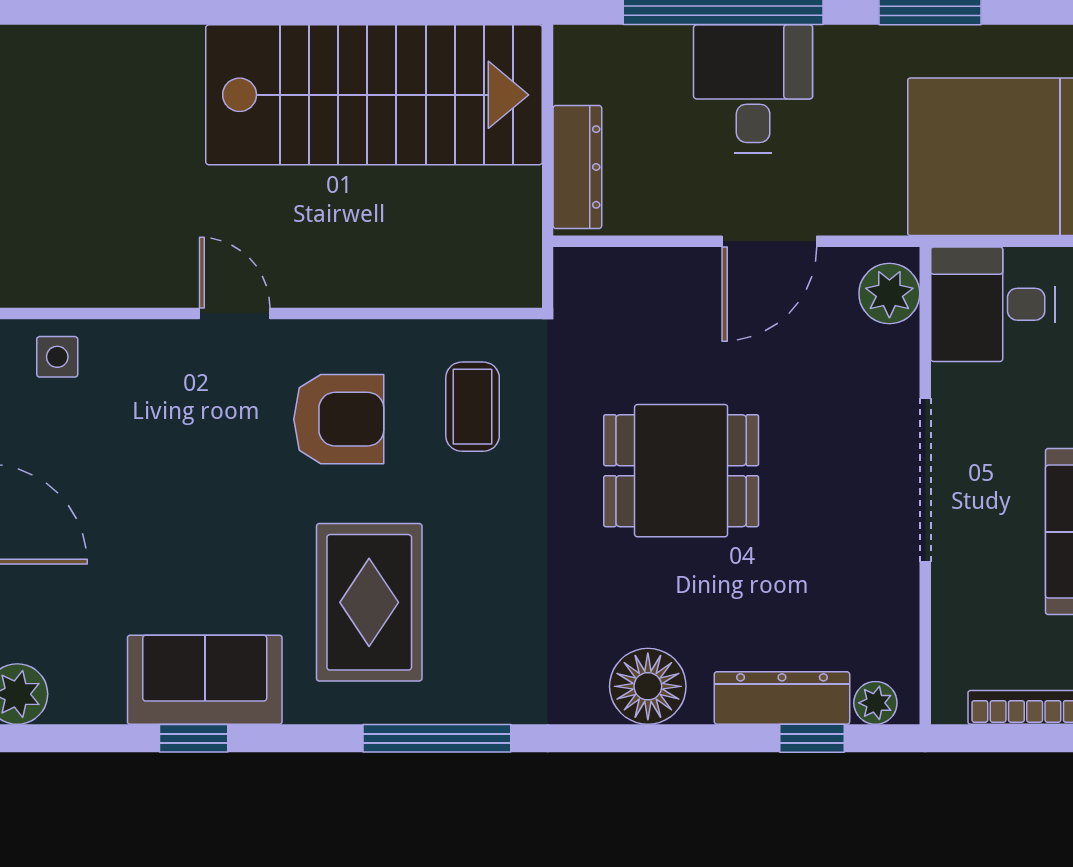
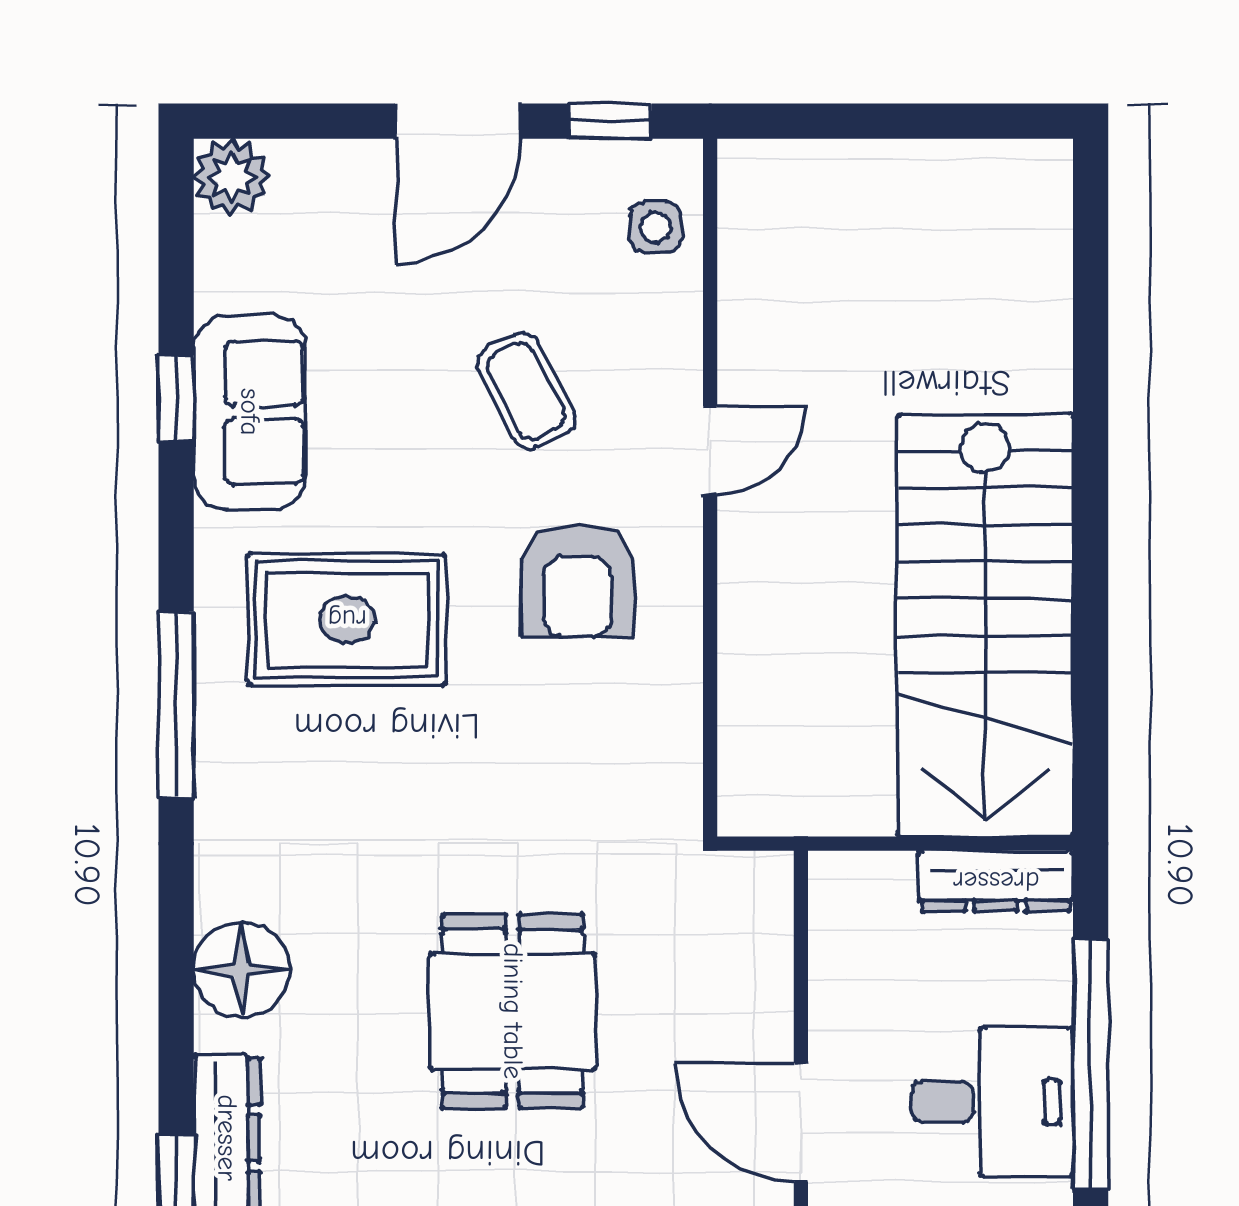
dresser: (577, 167) -> (996, 881), moved
coffee table: (473, 407) -> (526, 391), moved, turned 63

